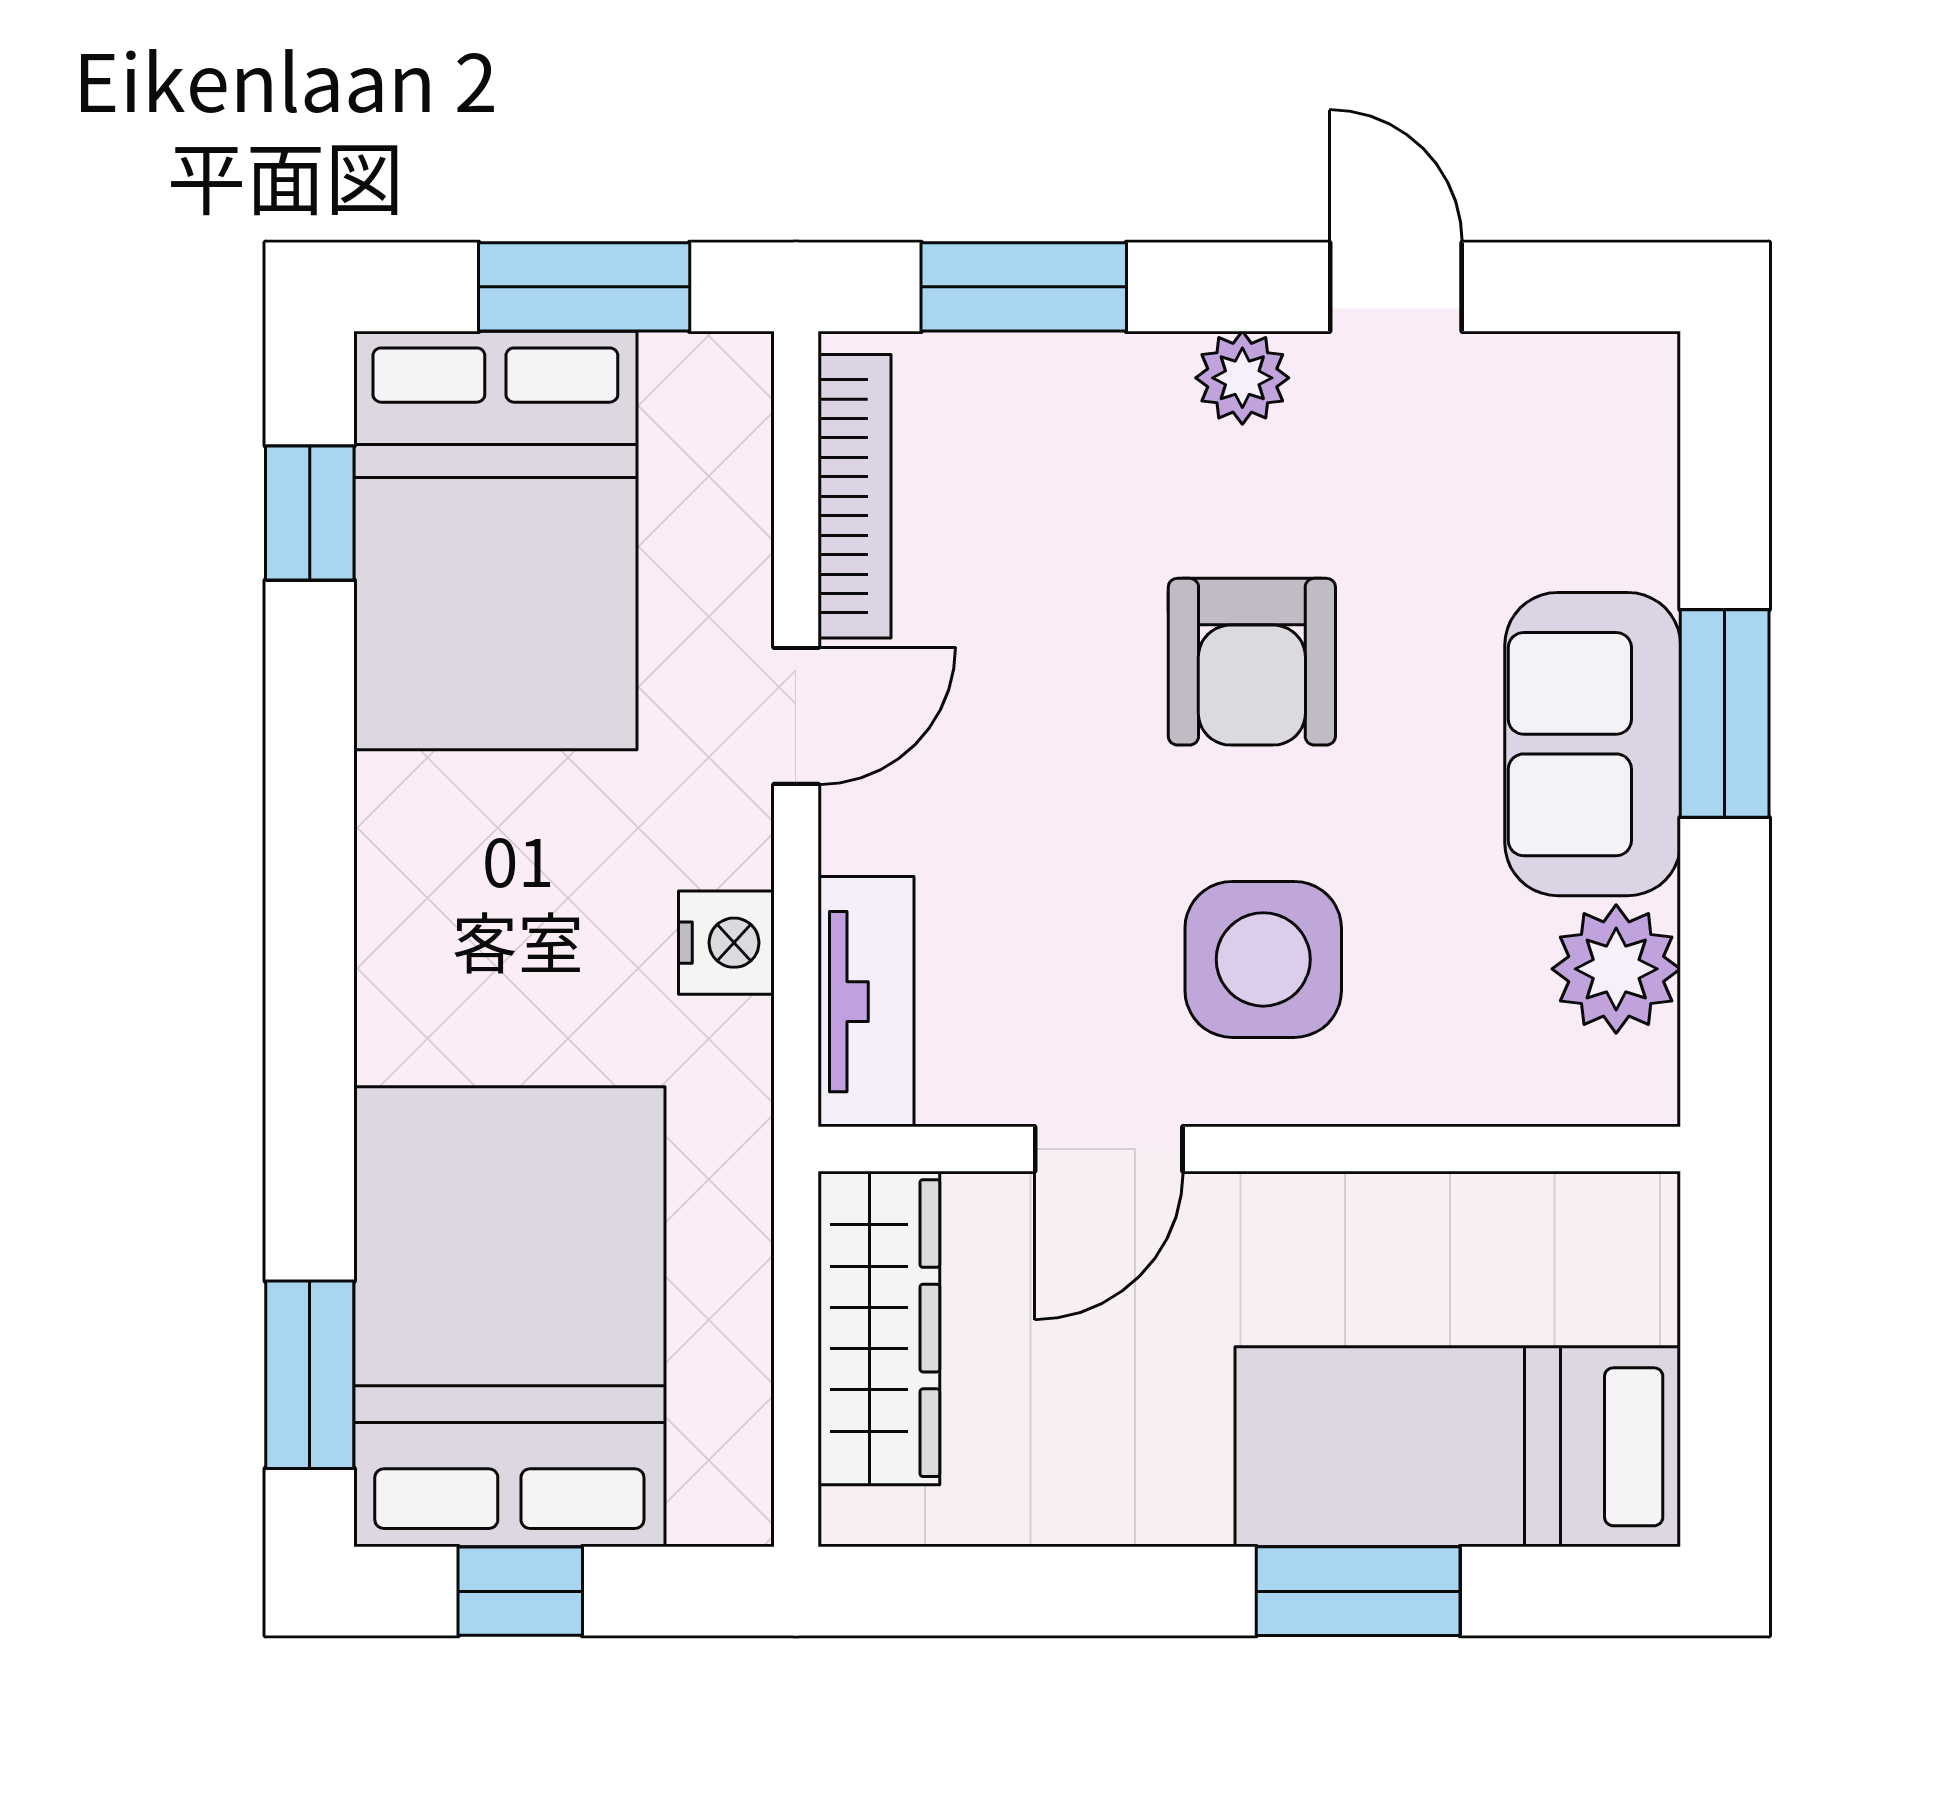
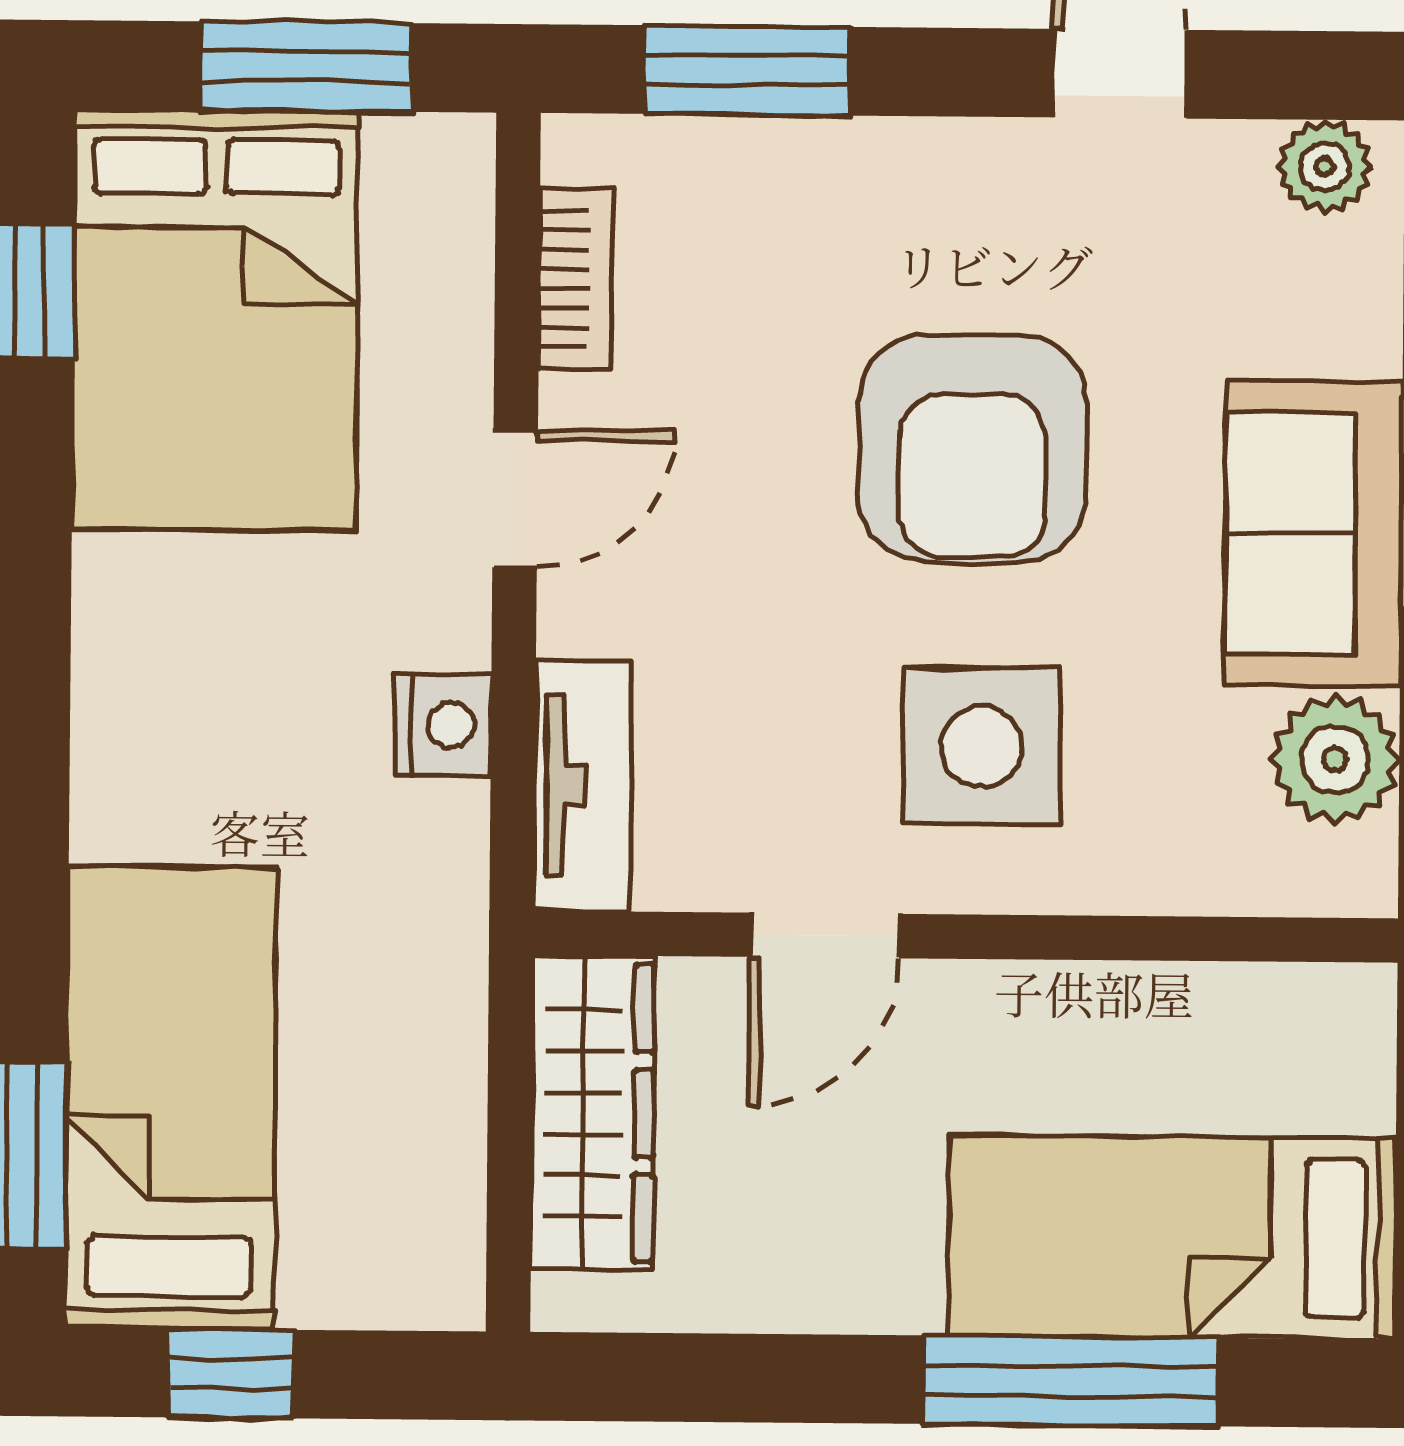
plant: (1242, 378) -> (1325, 167), moved
bookcase: (855, 496) -> (576, 279), width x0.64
armchair: (1252, 662) -> (972, 448), width x1.36, depth x1.36
bed: (509, 1317) -> (171, 1098), width x0.67
window: (1358, 1591) -> (1071, 1381), width x1.44

